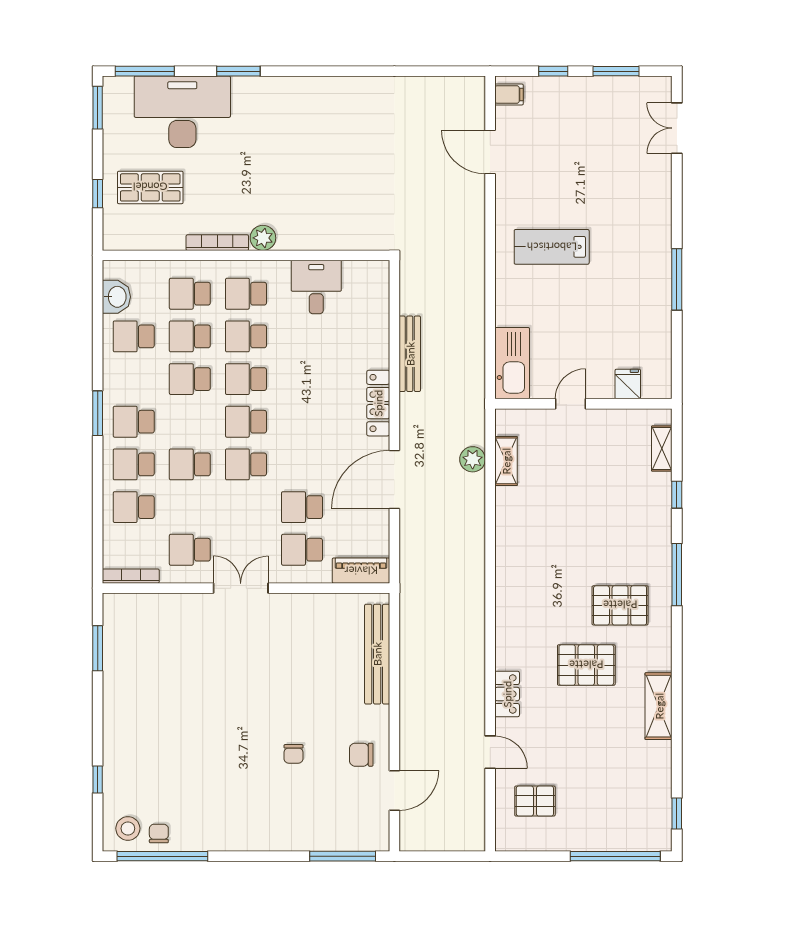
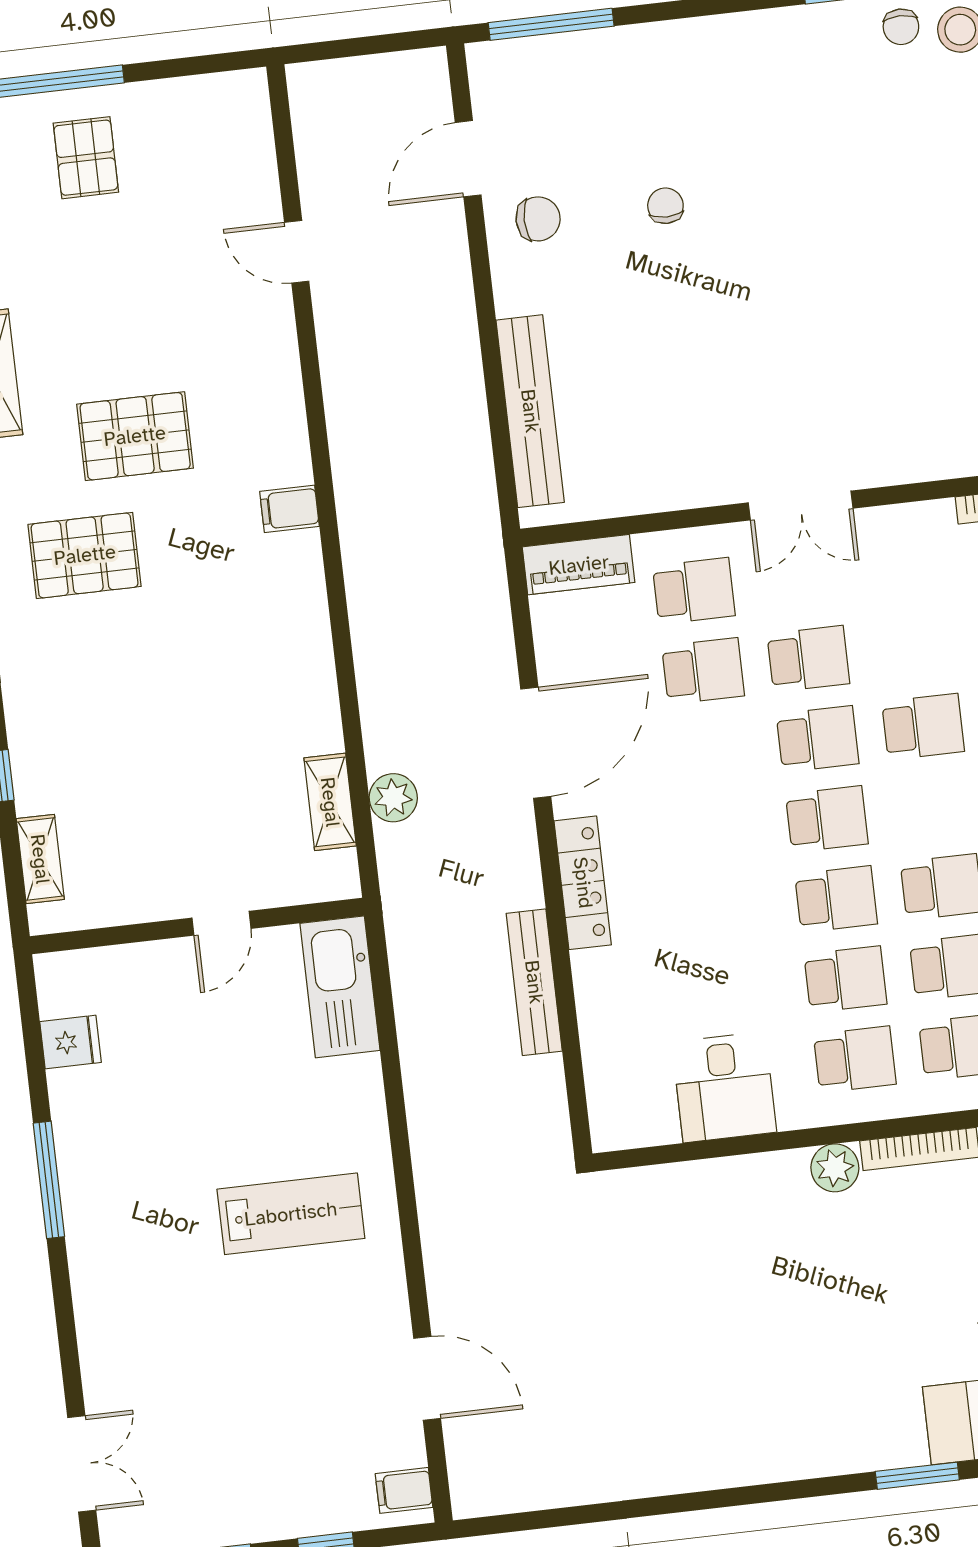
fridge: (628, 384) -> (71, 1042), moved, turned -90
school desk: (190, 550) -> (808, 659), moved
filing cabinet: (510, 617) -> (290, 509), added
locker: (507, 694) -> (277, 365), removed
pallet: (535, 801) -> (86, 158), moved, turned 90

